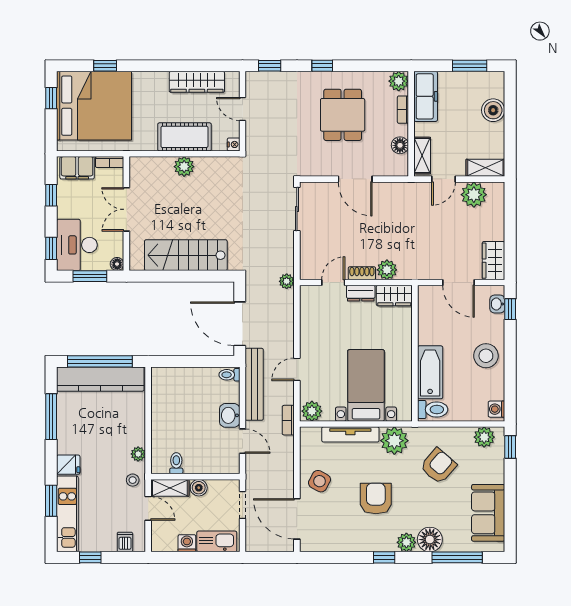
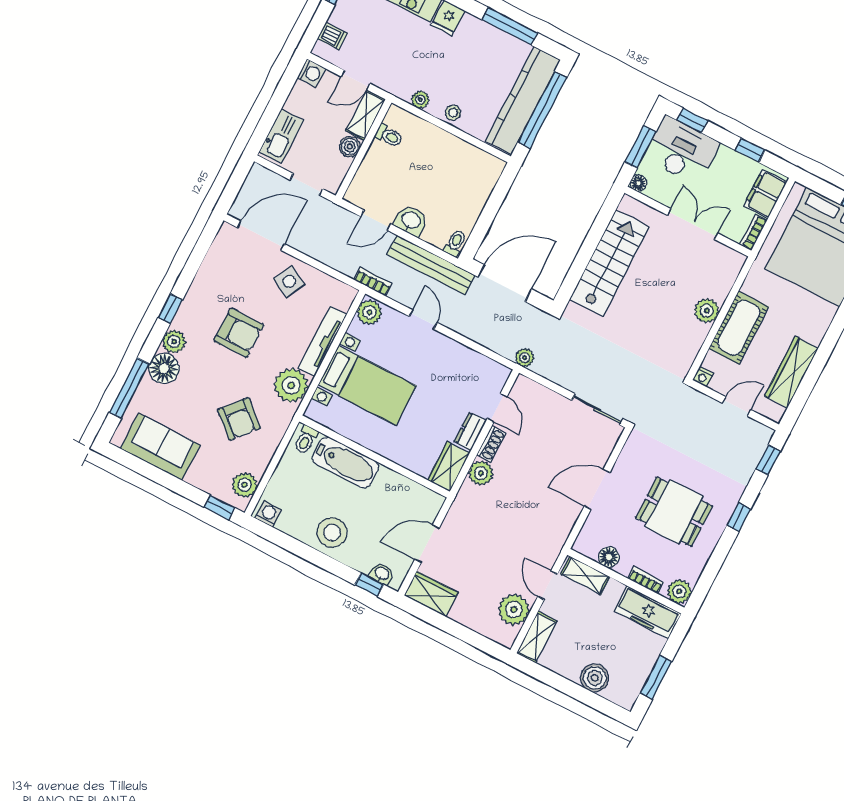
toilet: (433, 409) -> (306, 440), width x0.73, depth x0.72
stool: (133, 480) -> (453, 113), moved
washing machine: (187, 543) -> (311, 73), moved

